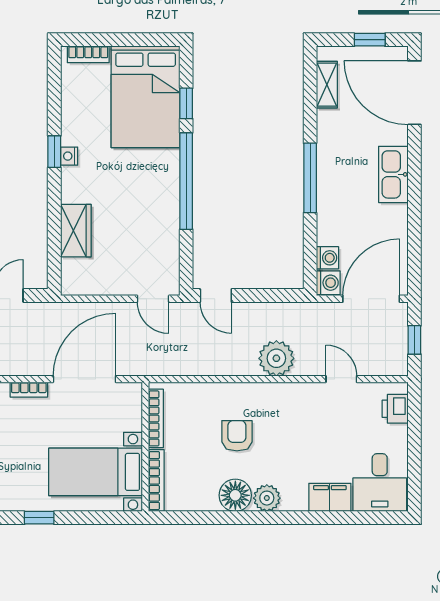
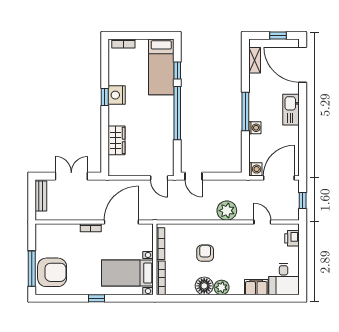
bed: (146, 97) -> (161, 67), width x0.67
nightstand: (69, 156) -> (117, 95), width x1.89, depth x1.79
washing machine: (327, 258) -> (255, 128), moved

